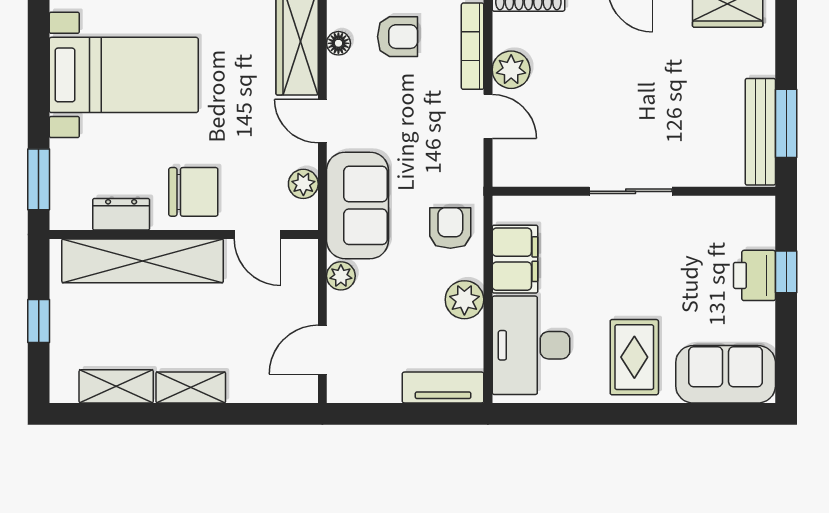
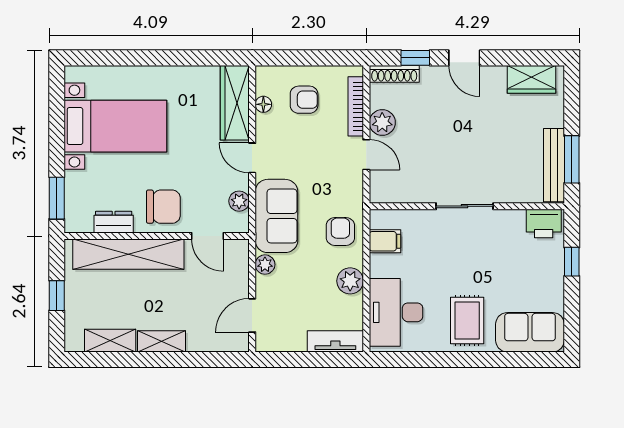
filing cabinet: (515, 259) -> (385, 241), width x0.50
printer: (754, 275) -> (544, 224), moved, turned -90

